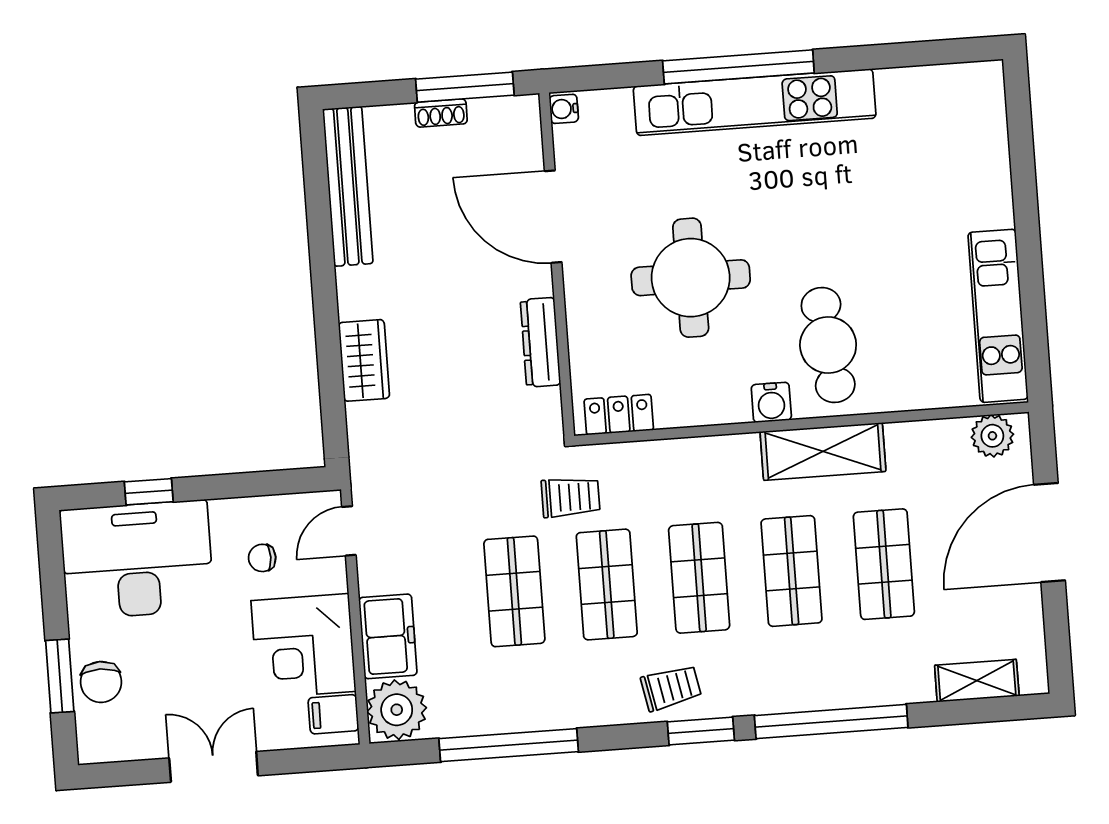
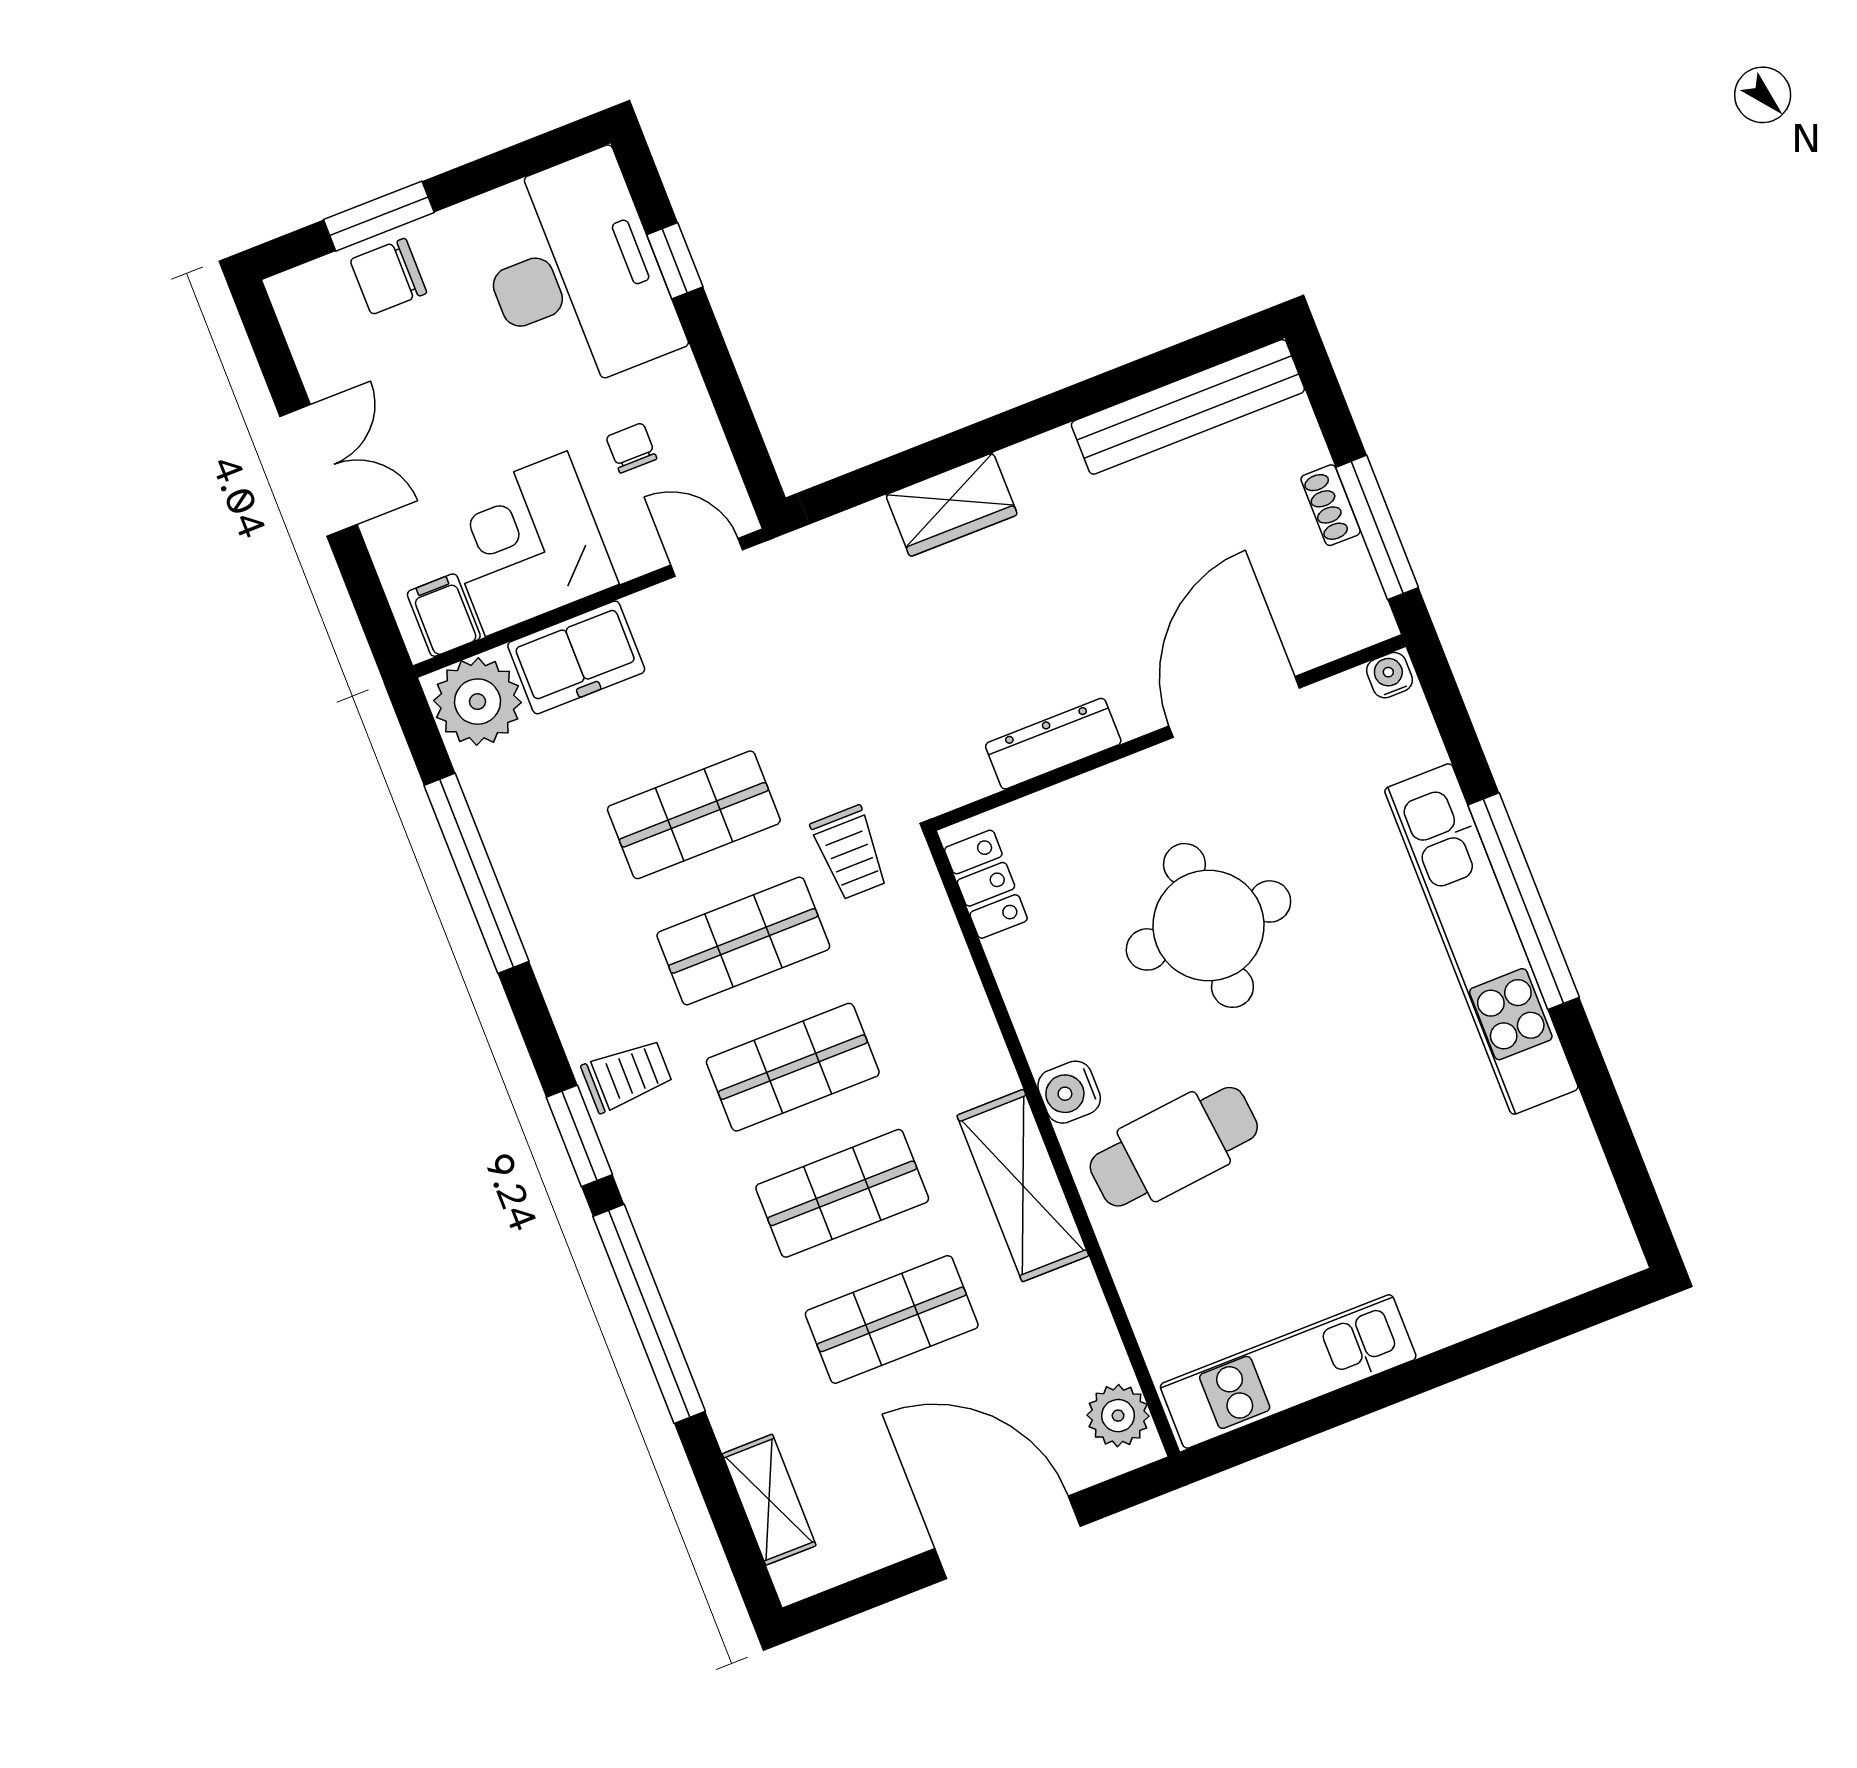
trolley: (671, 688) -> (627, 1076), turned -79

